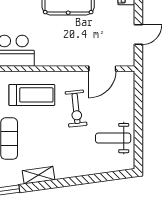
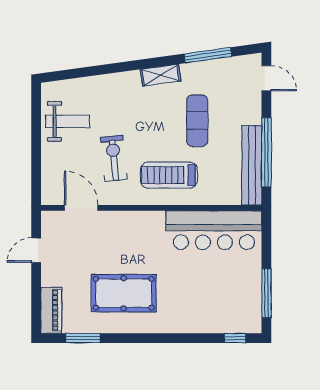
door: (102, 69) -> (81, 208), hinge flipped

